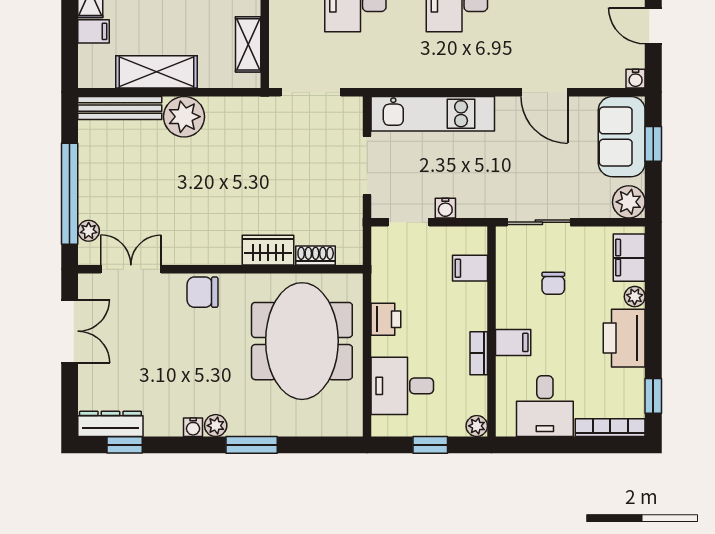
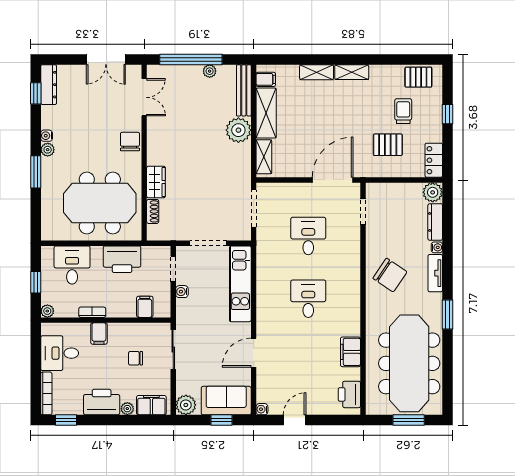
filing cabinet: (94, 31) -> (266, 79), moved, turned -90
shelving: (248, 44) -> (264, 157), moved, turned 90
plant: (89, 231) -> (210, 71), moved
printer: (386, 319) -> (122, 259), width x1.87, depth x1.48

